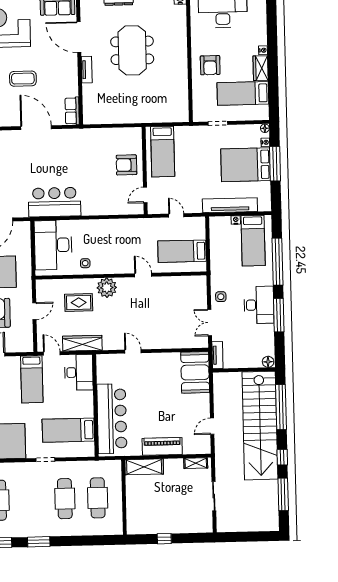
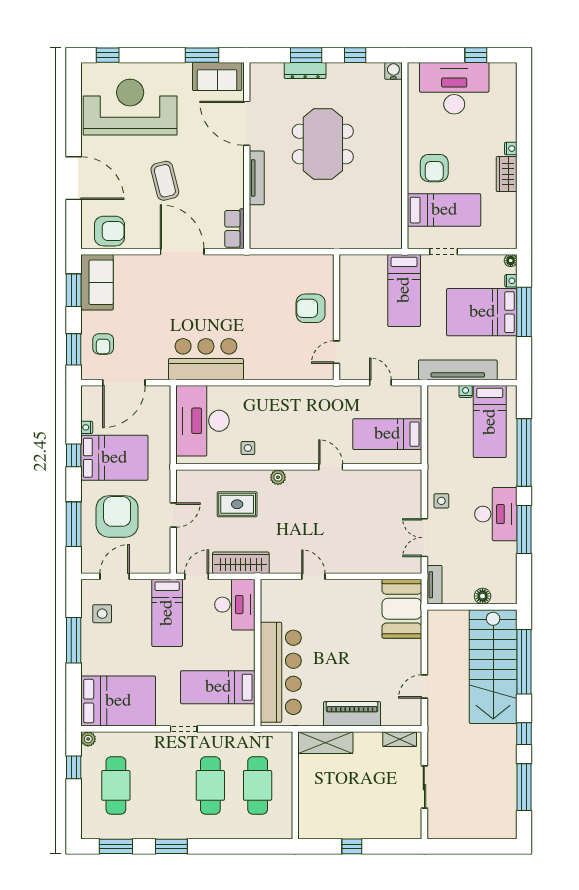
tv unit: (87, 70) -> (257, 178), width x1.41
coffee table: (23, 79) -> (165, 181), turned 76
bed: (243, 93) -> (444, 210), moved, turned 180
bed: (163, 152) -> (404, 290), moved
plant: (107, 288) -> (278, 477), width x0.53, depth x0.53
door: (52, 353) -> (197, 576), hinge flipped
floor lamp: (268, 362) -> (483, 596), moved
stairs: (260, 426) -> (493, 667), width x0.73

